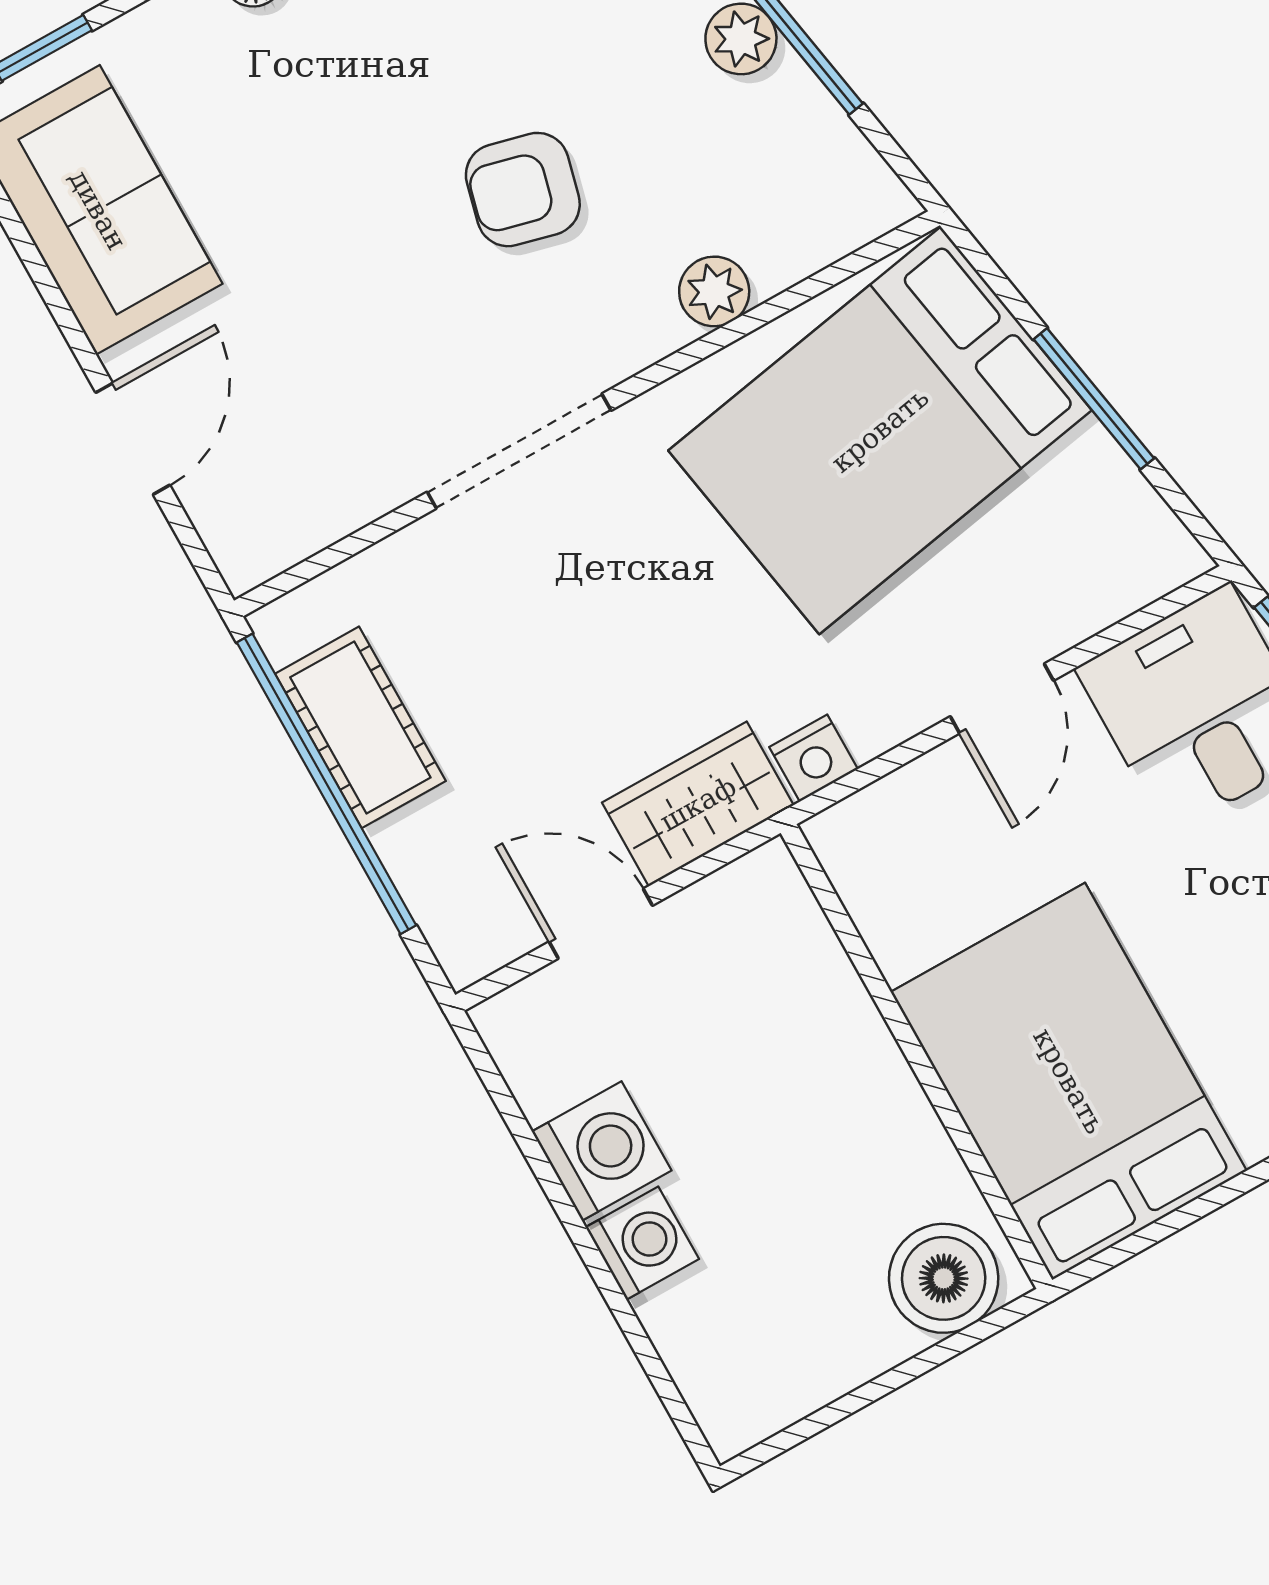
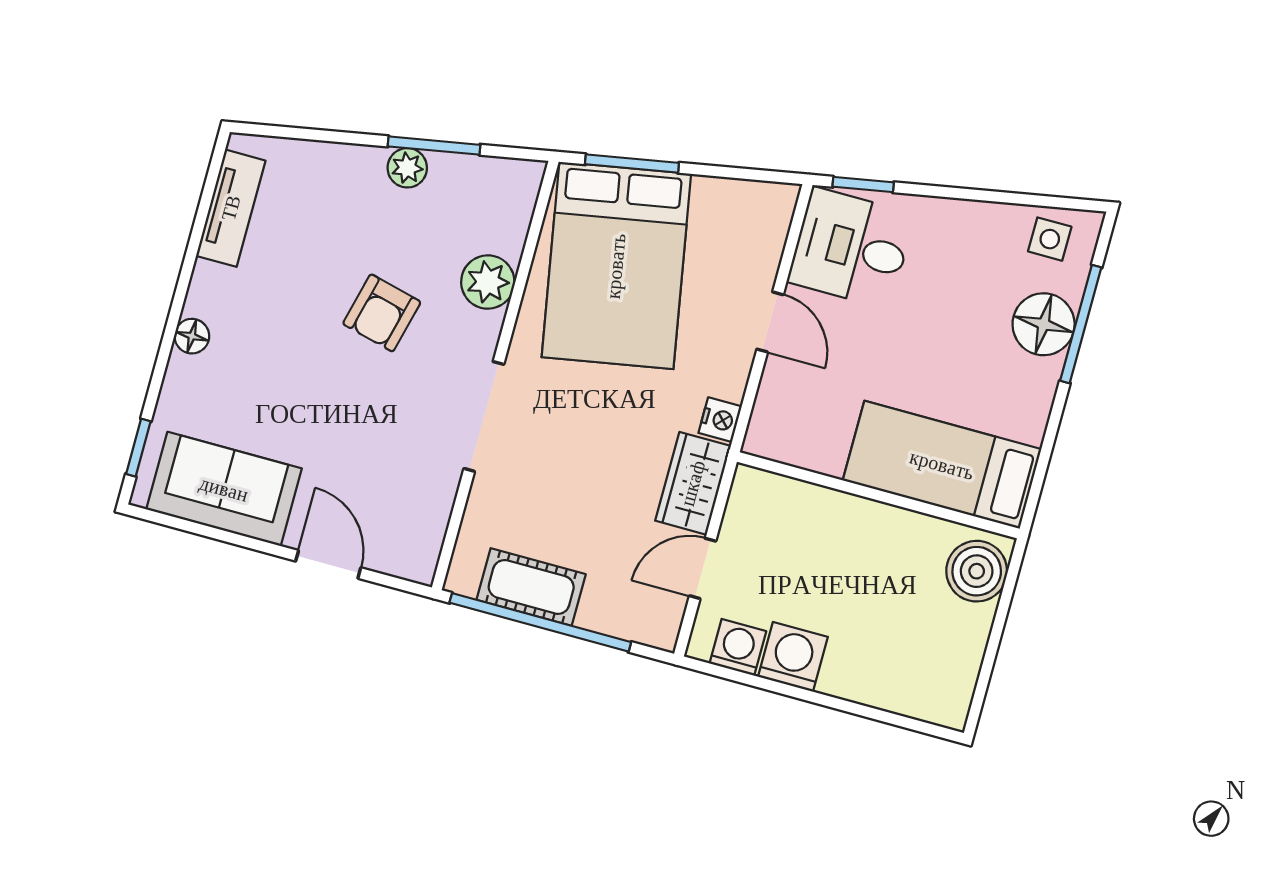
plant: (714, 291) -> (488, 282), width x1.38, depth x1.38
window: (1094, 399) -> (632, 164), moved
bed: (1069, 1081) -> (942, 465), width x0.67
washing machine: (642, 1243) -> (738, 647), moved

